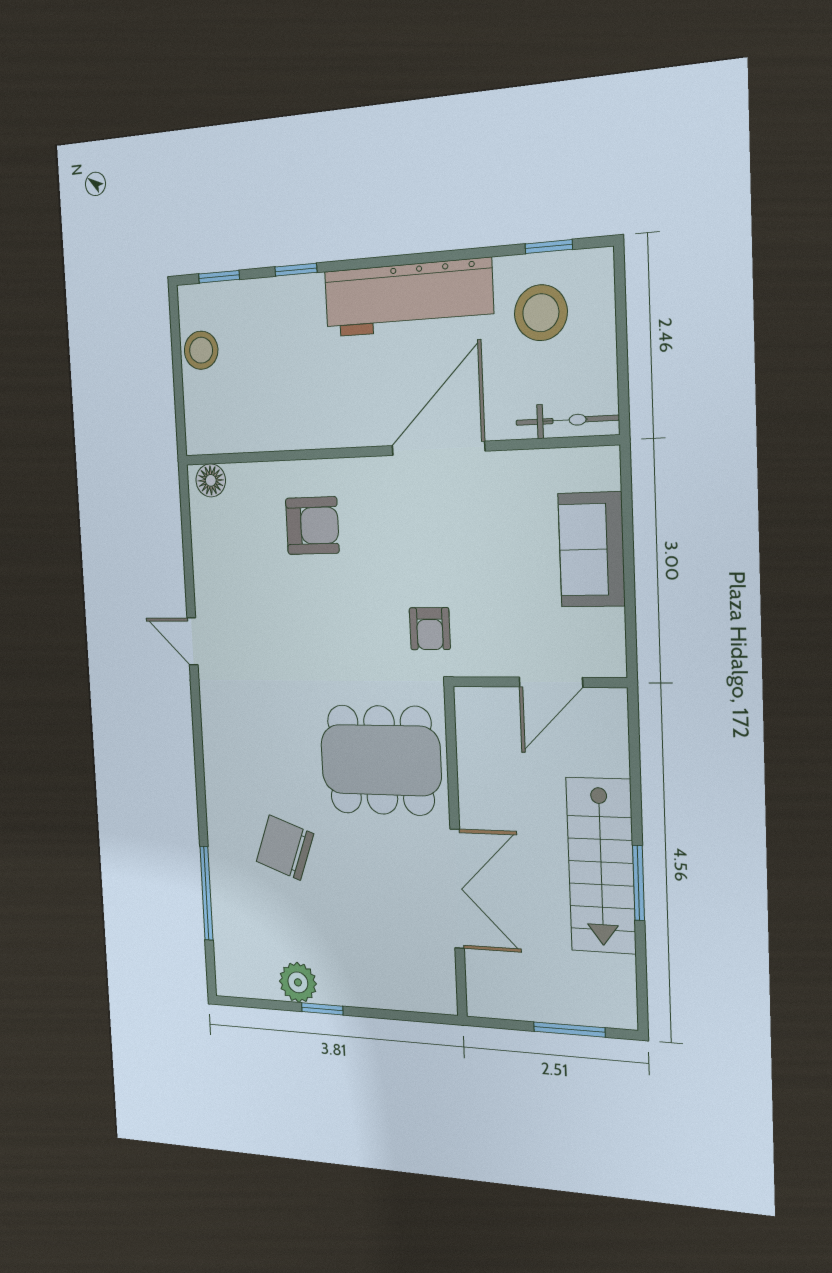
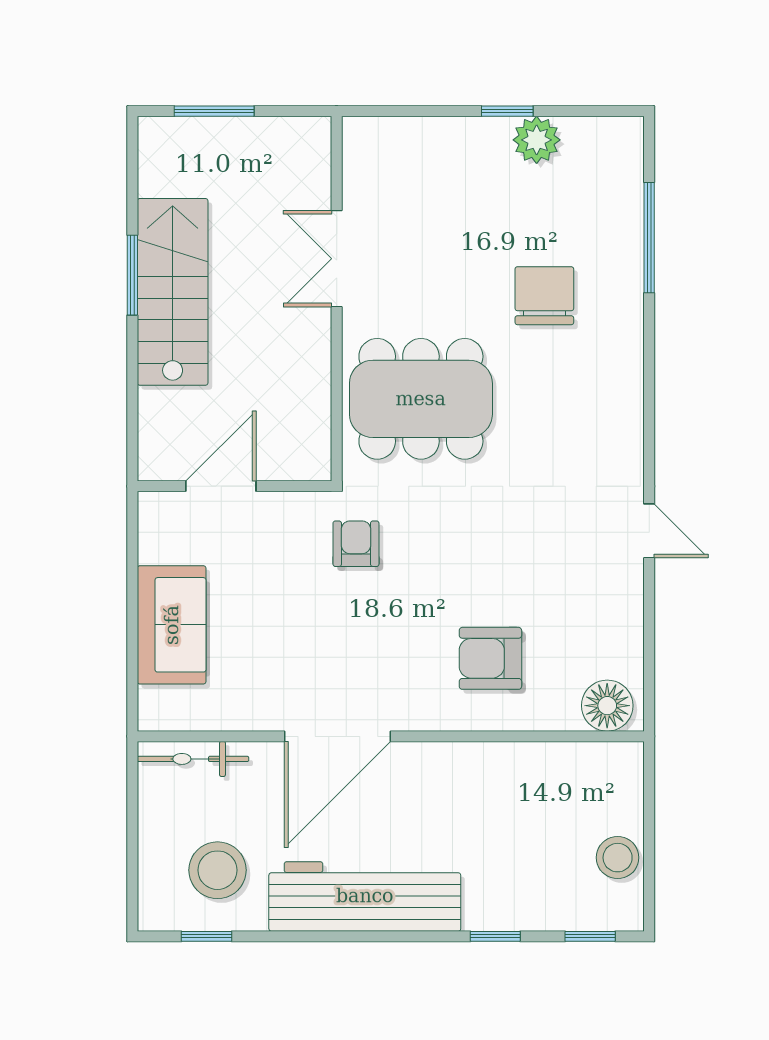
floor lamp: (211, 480) -> (607, 706), width x1.38, depth x1.38
chair: (285, 848) -> (544, 296), turned -110
double door: (457, 889) -> (337, 259), width x0.73

